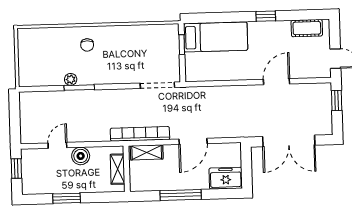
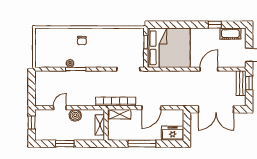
window: (266, 16) -> (215, 25), moved
bed: (216, 37) -> (169, 48), width x2.04
bench: (325, 101) -> (241, 83), added

